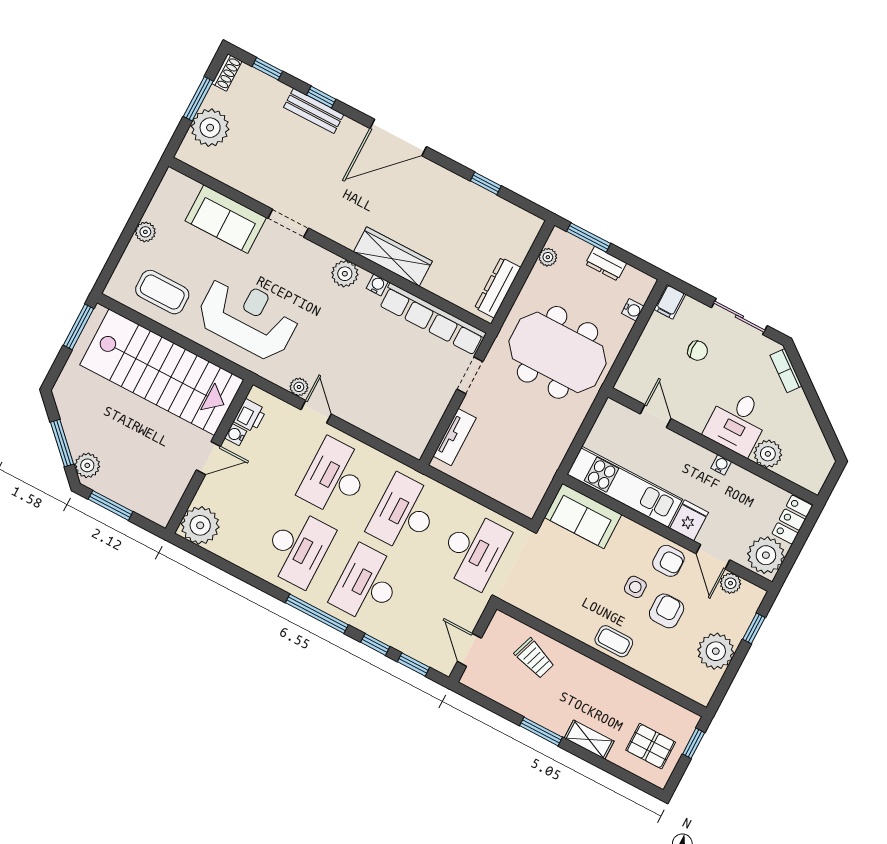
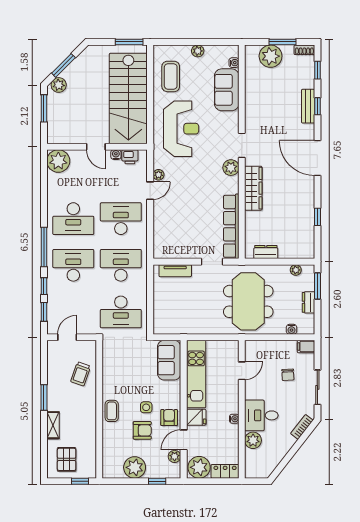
doorway: (288, 223) -> (242, 145), moved
water cooler: (377, 285) -> (234, 63), moved
dresser: (498, 288) -> (266, 252), width x0.70
armchair: (668, 561) -> (169, 418), turned 180

